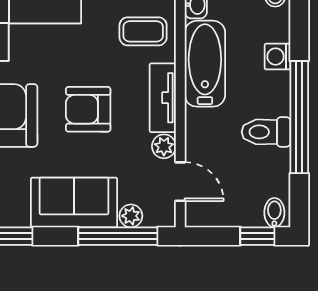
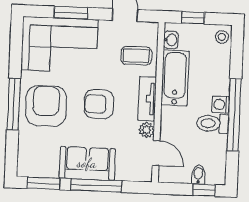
washing machine: (278, 57) -> (221, 104), moved
bidet: (274, 213) -> (198, 175), moved
plant: (131, 216) -> (123, 174), removed
window: (118, 236) -> (96, 186), moved

